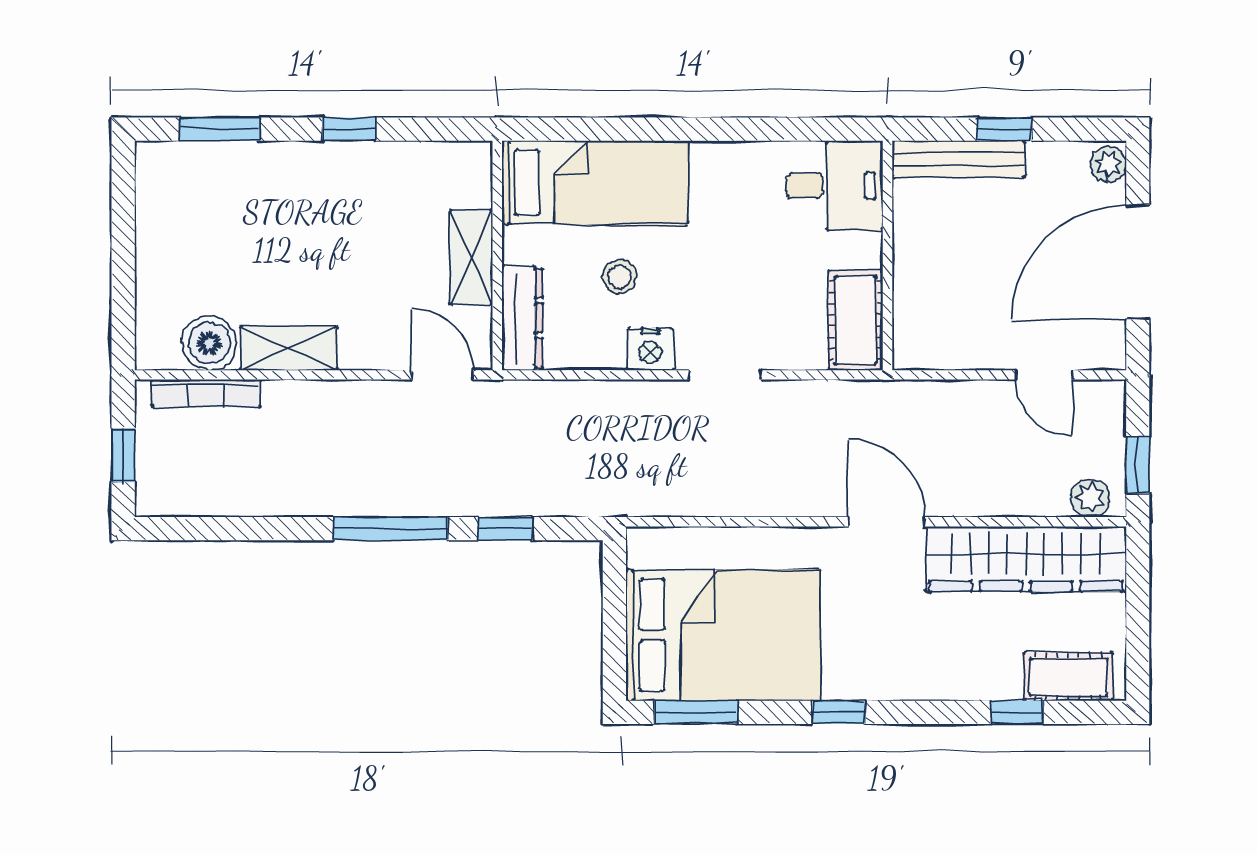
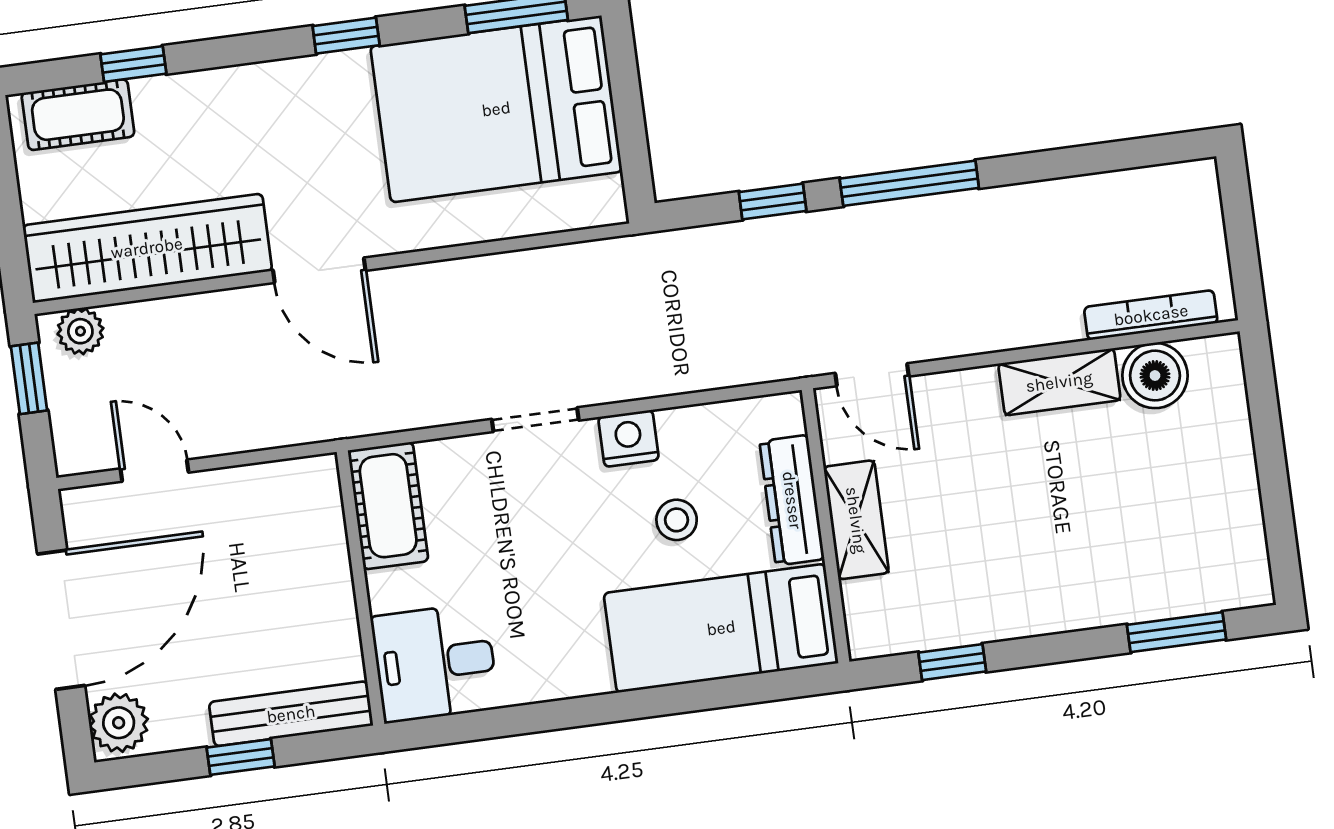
window: (349, 129) -> (952, 662), moved
plant: (1108, 164) -> (119, 723), width x1.38, depth x1.38
dresser: (522, 318) -> (792, 500), moved
window: (123, 455) -> (1240, 228), removed

